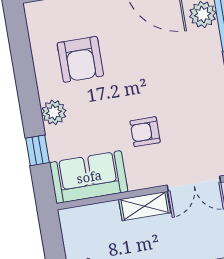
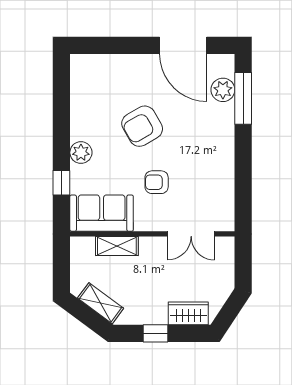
armchair: (80, 59) -> (142, 126), moved, turned 60
shelving: (145, 206) -> (117, 246), moved

